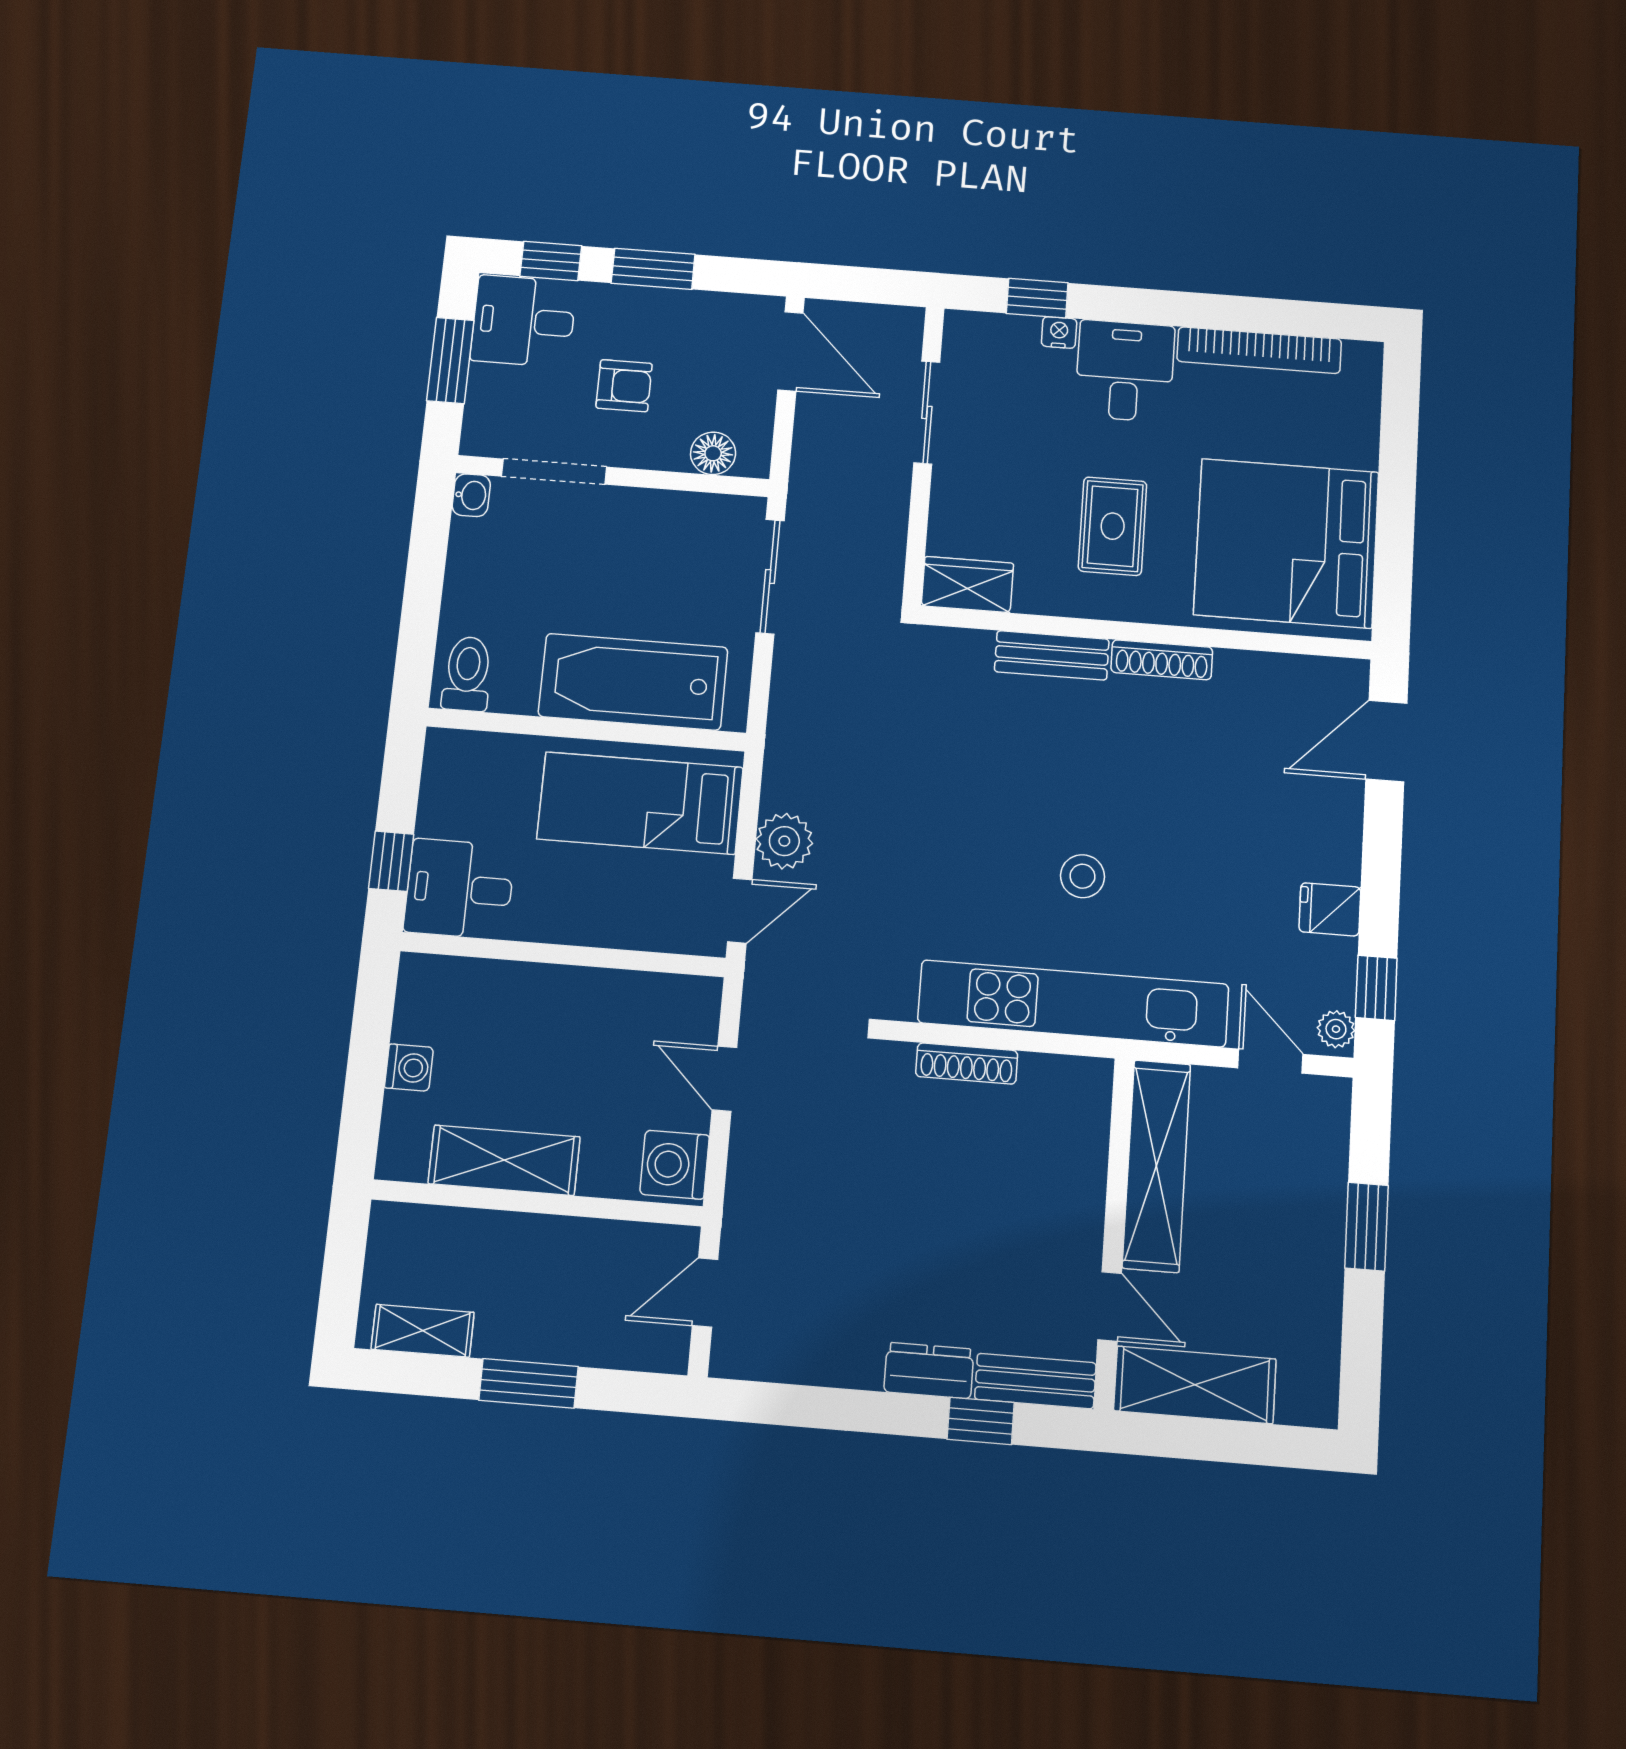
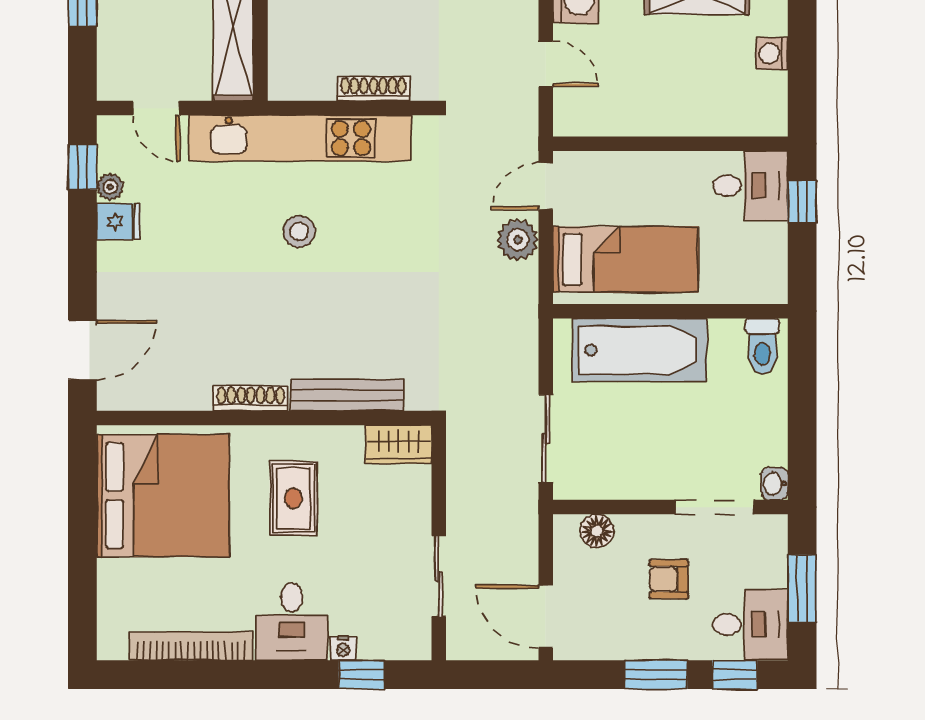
bench: (1052, 655) -> (347, 395), width x1.36
plant: (1336, 1029) -> (110, 187), moved

